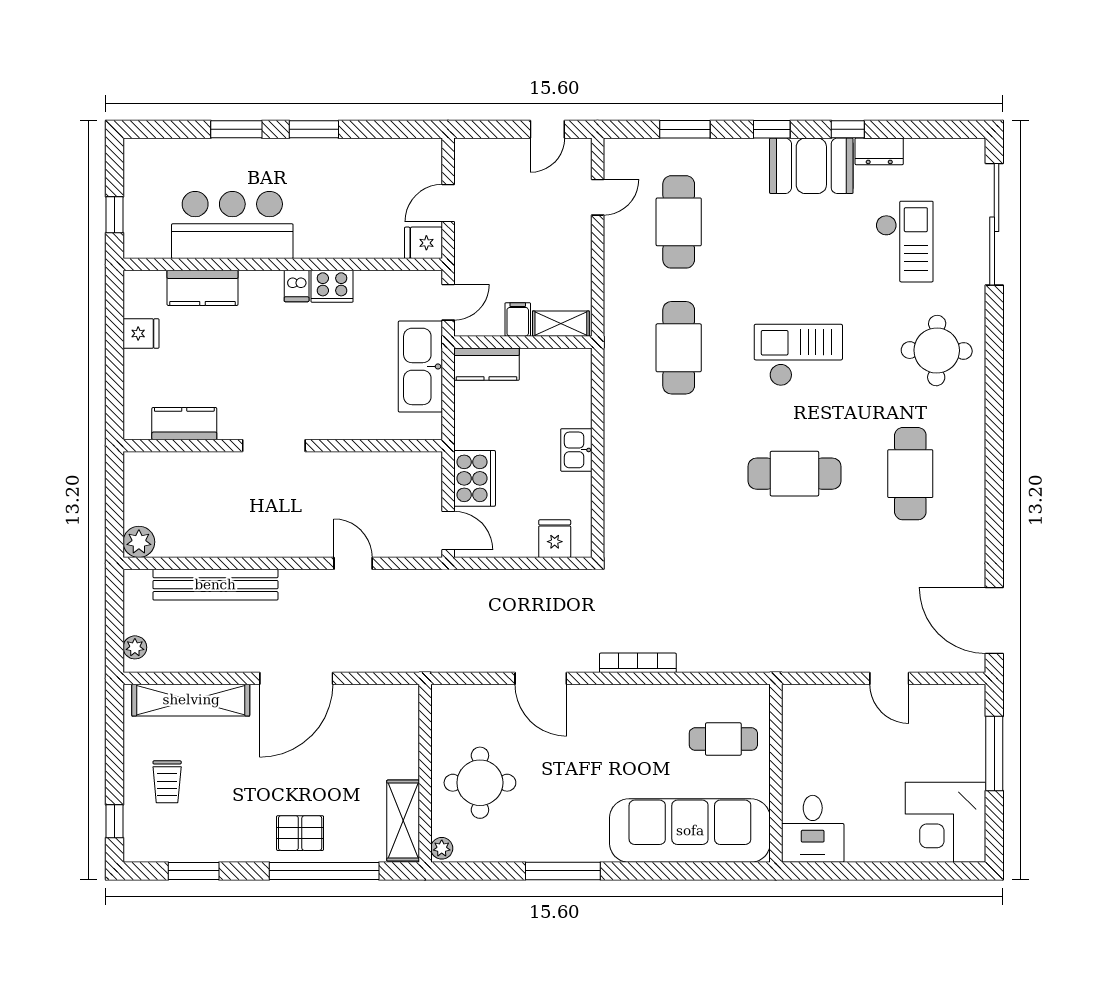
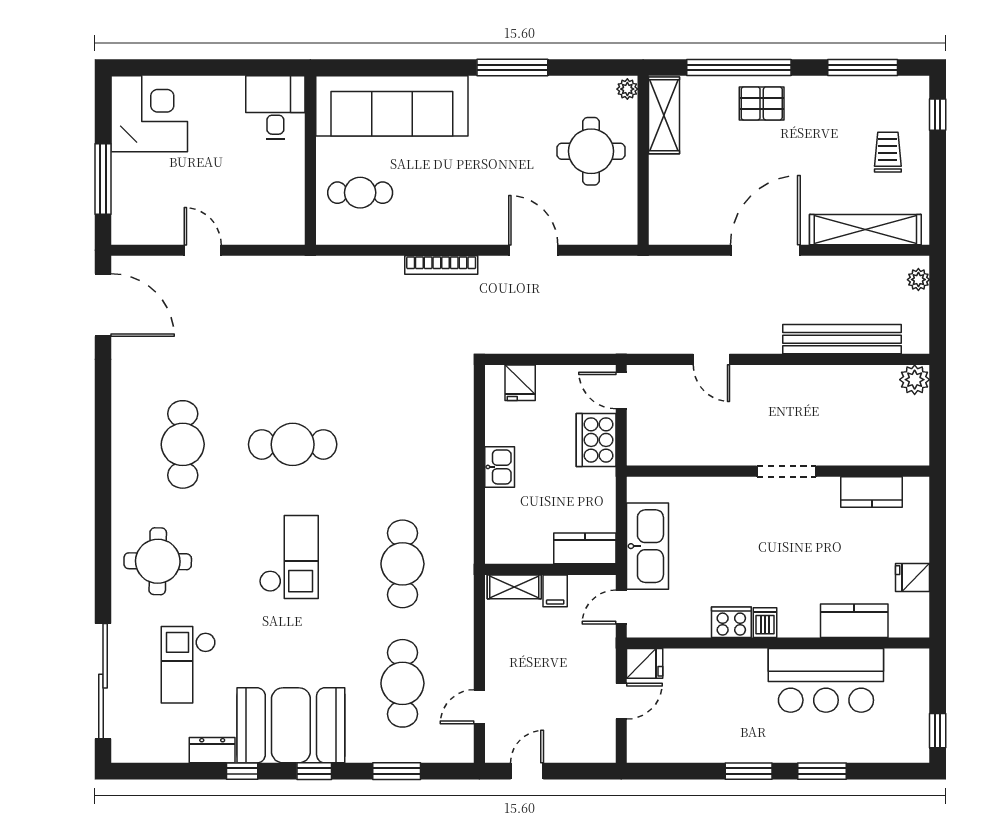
booth: (811, 166) -> (291, 725), width x1.36, depth x1.42
window: (115, 215) -> (938, 731), moved
checkout: (798, 355) -> (289, 557), turned -90
window: (194, 871) -> (863, 67), width x1.44

